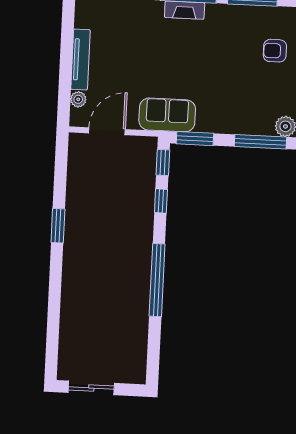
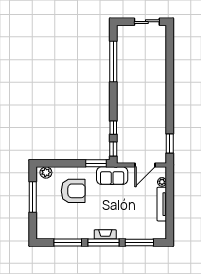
armchair: (275, 51) -> (73, 191), moved, width x1.88, depth x1.88
window: (260, 142) -> (59, 163), removed
window: (58, 226) -> (170, 143), moved
window: (157, 280) -> (113, 61), moved

